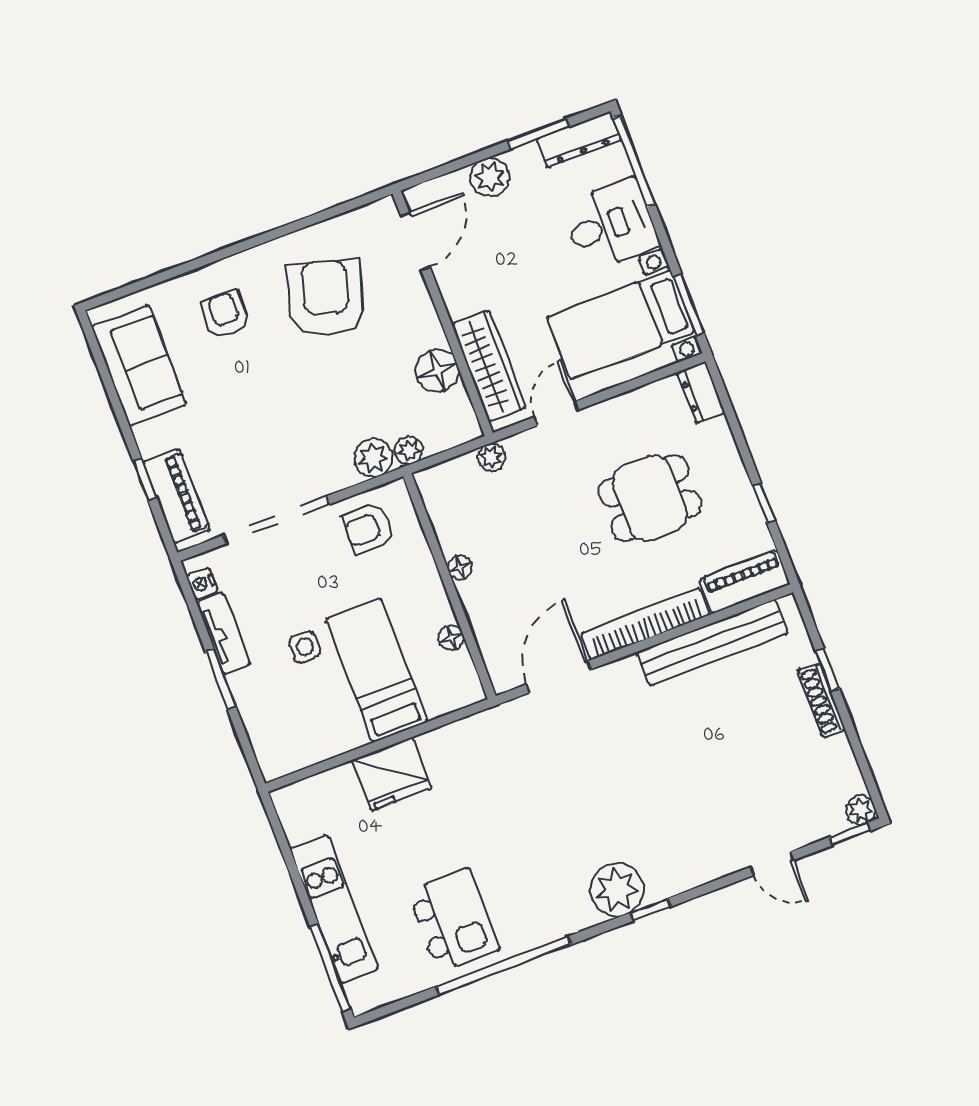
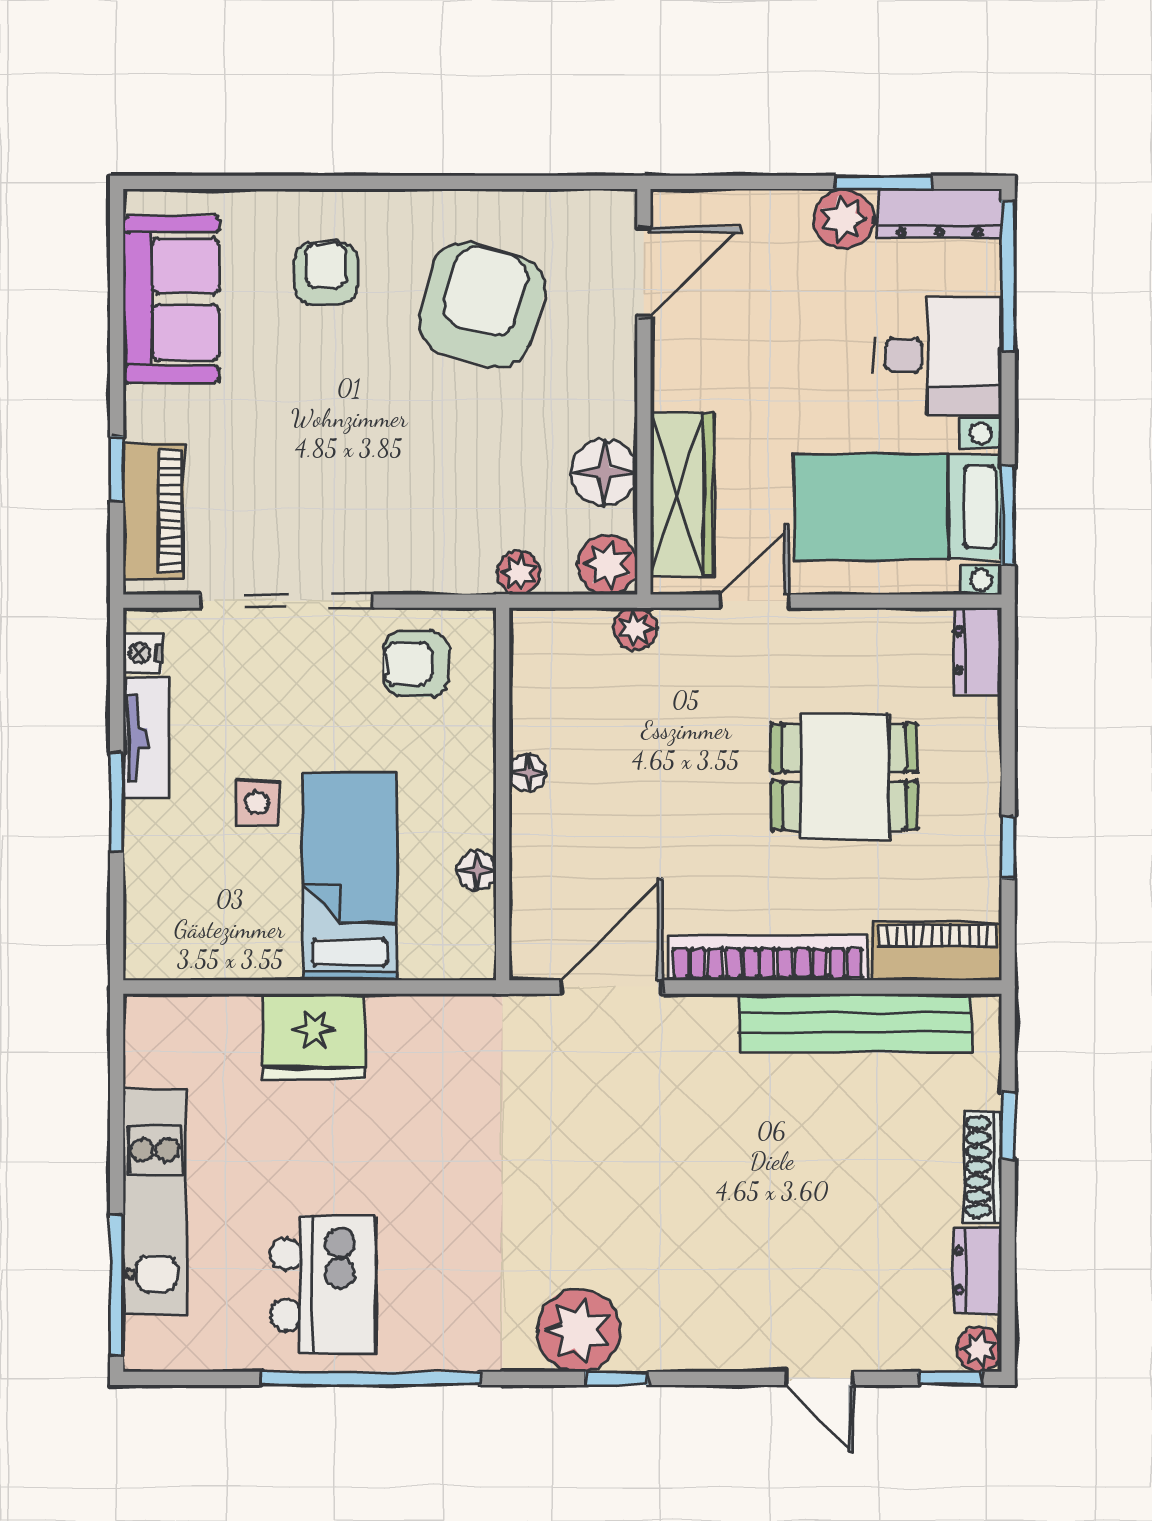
plant: (490, 177) -> (843, 219), moved
plant: (374, 458) -> (608, 565), moved
dresser: (842, 763) -> (977, 1270), added

